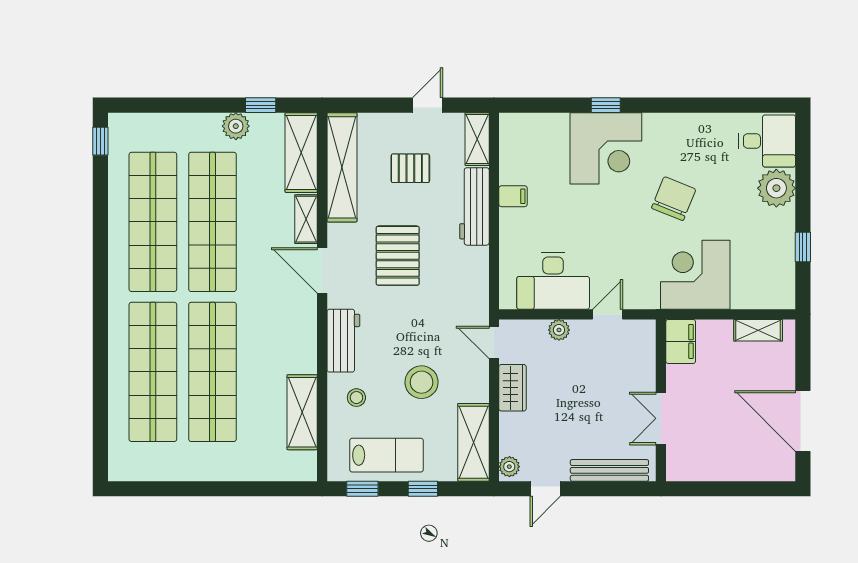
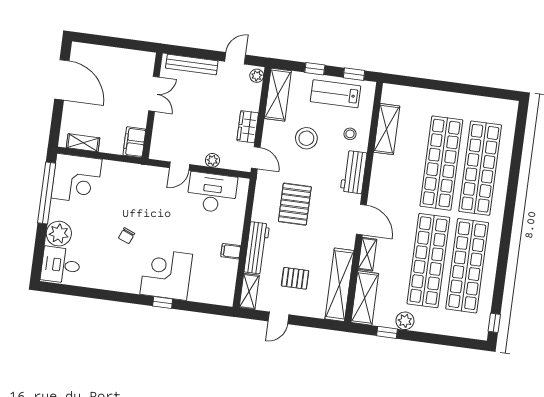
chair: (674, 199) -> (127, 236), width x0.54, depth x0.54
window: (803, 247) -> (47, 193), width x3.17
pallet: (398, 256) -> (295, 204), moved
corner desk: (695, 275) -> (76, 179), moved

